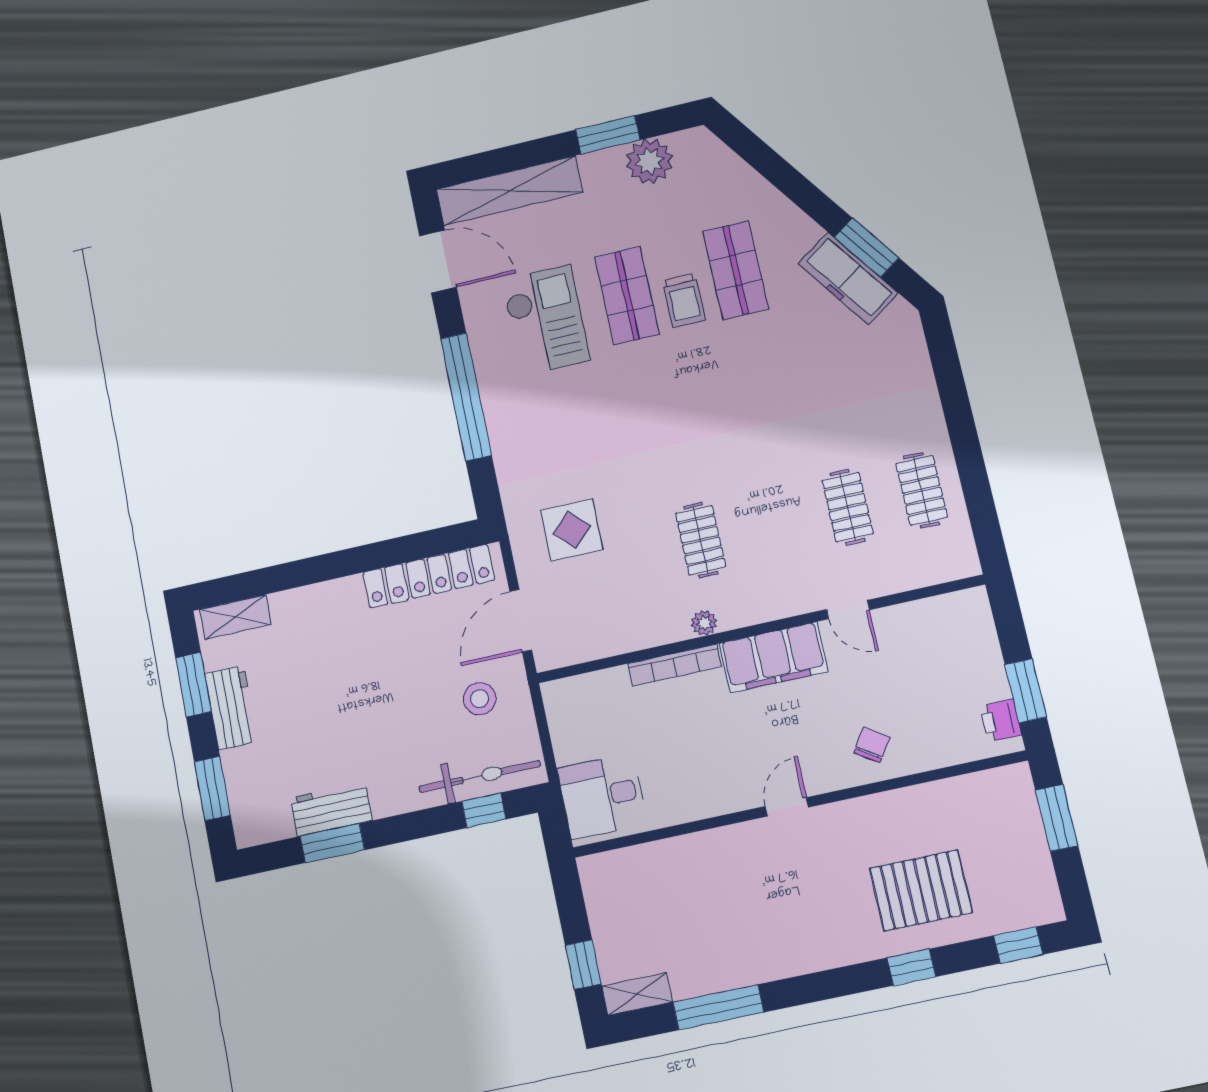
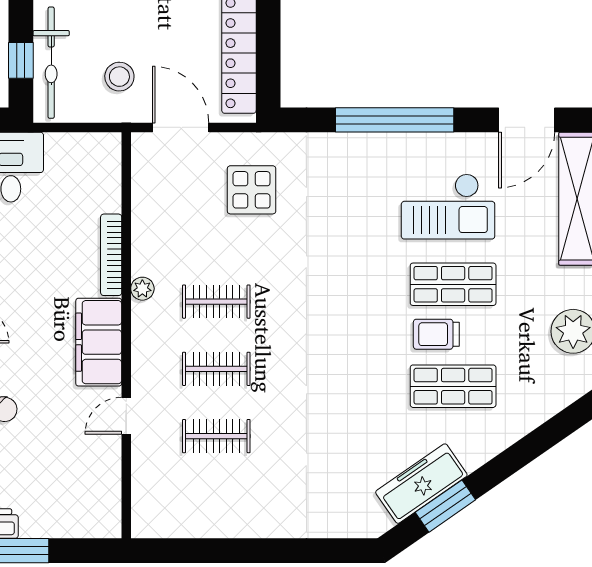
clothes rail: (922, 490) -> (216, 369), moved

